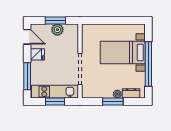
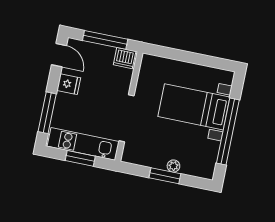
window: (55, 20) -> (105, 40), width x1.44
plant: (57, 30) -> (105, 54), removed
dishwasher: (71, 30) -> (125, 58), added
dresser: (131, 93) -> (194, 169), removed

